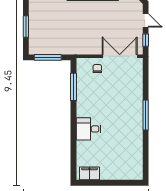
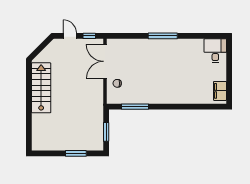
door: (146, 20) -> (70, 36), hinge flipped
window: (48, 57) -> (106, 132), width x0.69
desk: (88, 129) -> (215, 51), moved, turned 180

